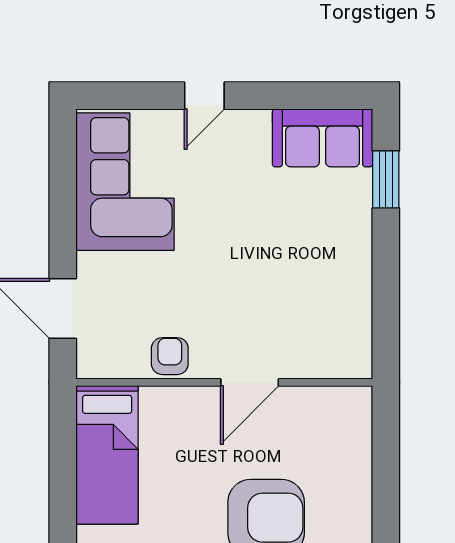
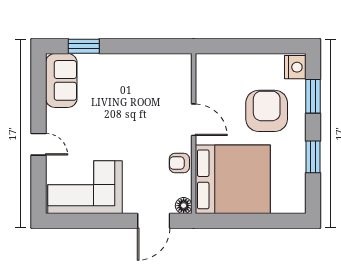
floor lamp: (91, 364) -> (184, 206), added
bed: (107, 455) -> (233, 179), width x2.04

